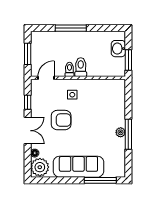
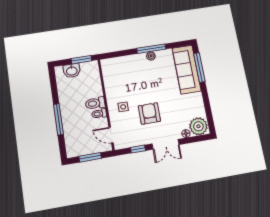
double door: (28, 131) -> (166, 144), swing flipped
sofa: (78, 167) -> (187, 69), moved

